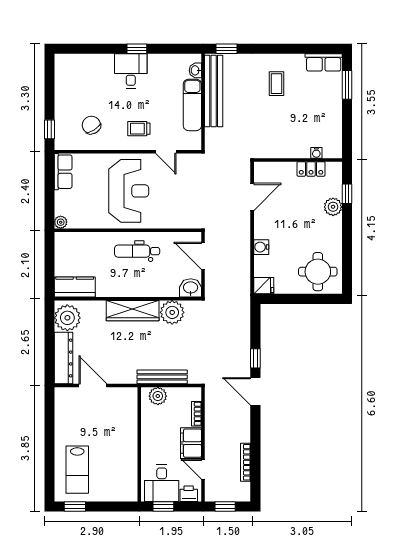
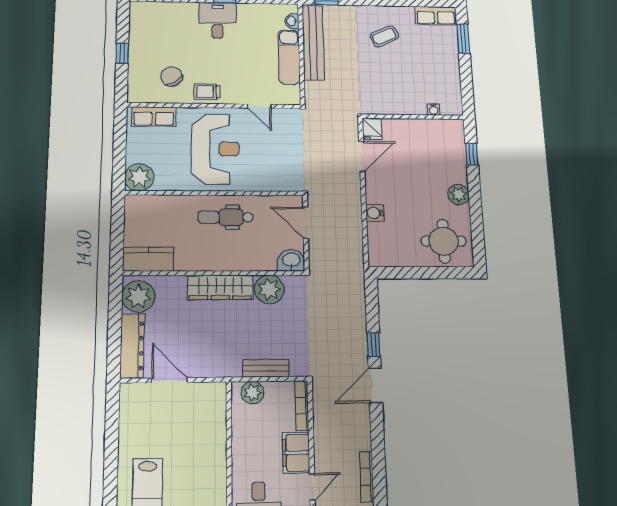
coffee table: (276, 84) -> (384, 36), turned 65
window: (49, 129) -> (122, 53), moved
trolley: (139, 129) -> (207, 92), moved
locker: (311, 169) -> (429, 127), removed
row of seats: (63, 172) -> (154, 116), moved, turned 90
plant: (333, 207) -> (458, 194), moved
plant: (61, 222) -> (139, 177), width x1.87, depth x1.87
fridge: (264, 286) -> (372, 129), moved, turned 90
bench: (162, 377) -> (266, 368), width x0.73
door: (255, 391) -> (375, 385), hinge flipped
bookcase: (196, 414) -> (302, 406), width x1.56
door: (203, 469) -> (312, 487), swing flipped

